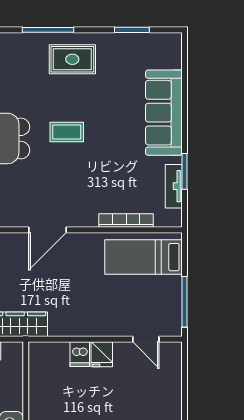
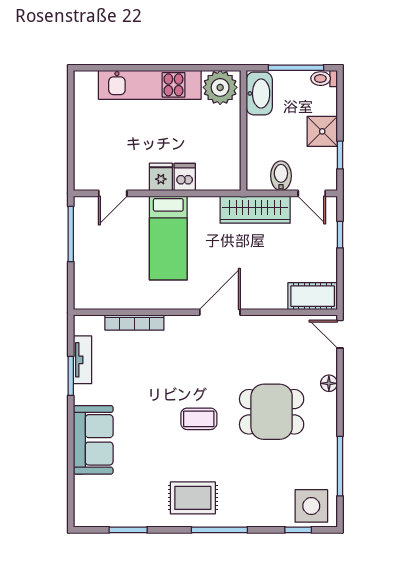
sofa: (164, 113) -> (93, 440), width x0.73
bed: (143, 257) -> (168, 238), moved, turned 90
door: (146, 339) -> (113, 193), swing flipped

